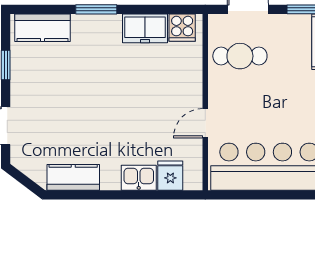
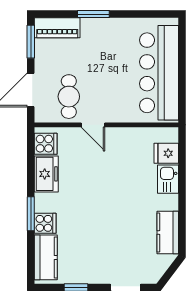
cooker: (84, 27) -> (45, 223), added
door: (205, 123) -> (93, 125), moved

